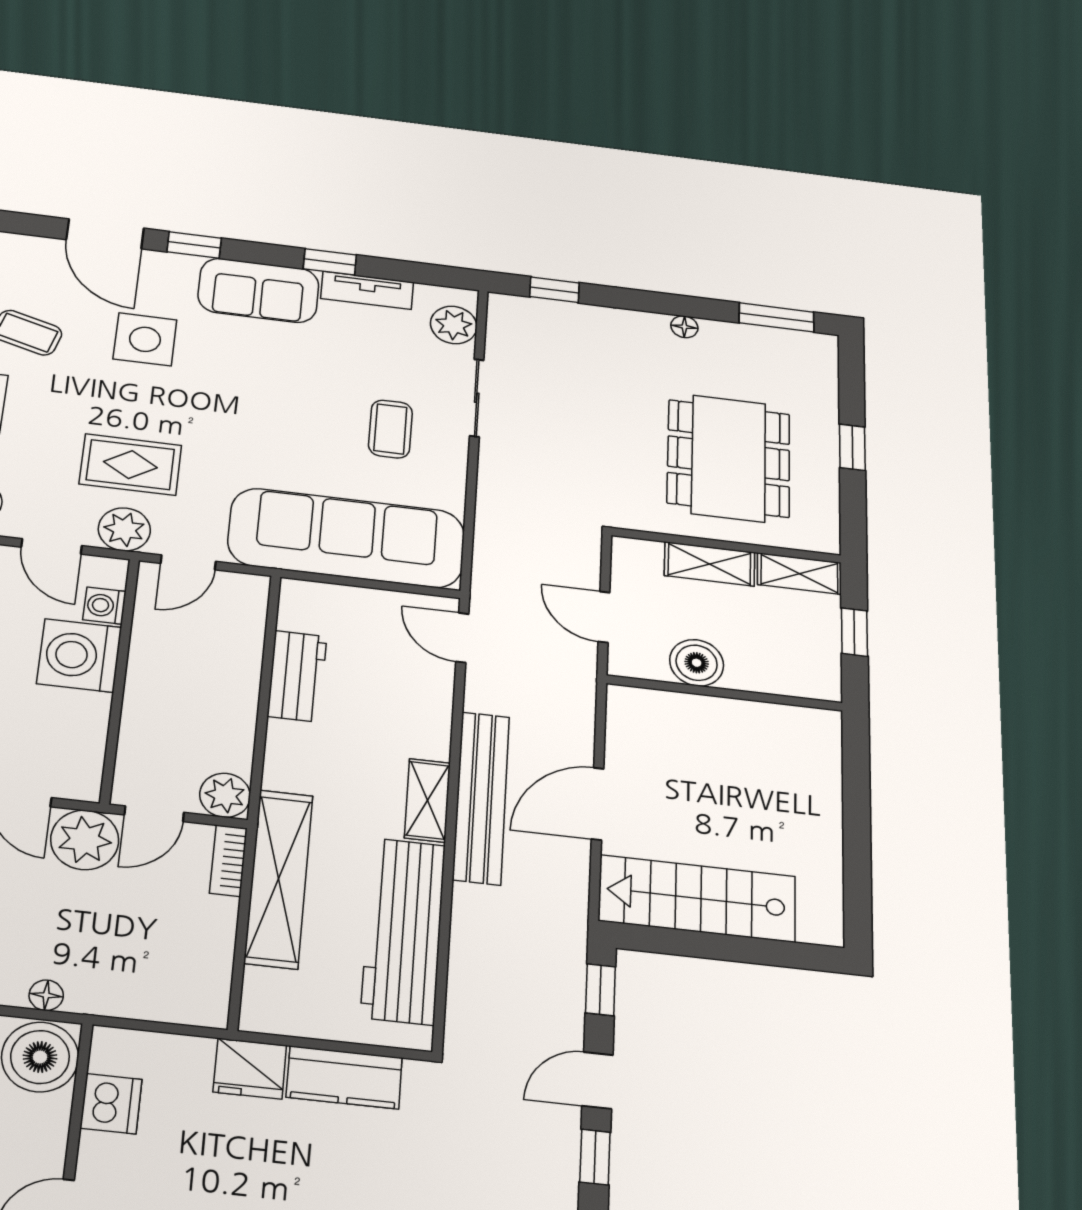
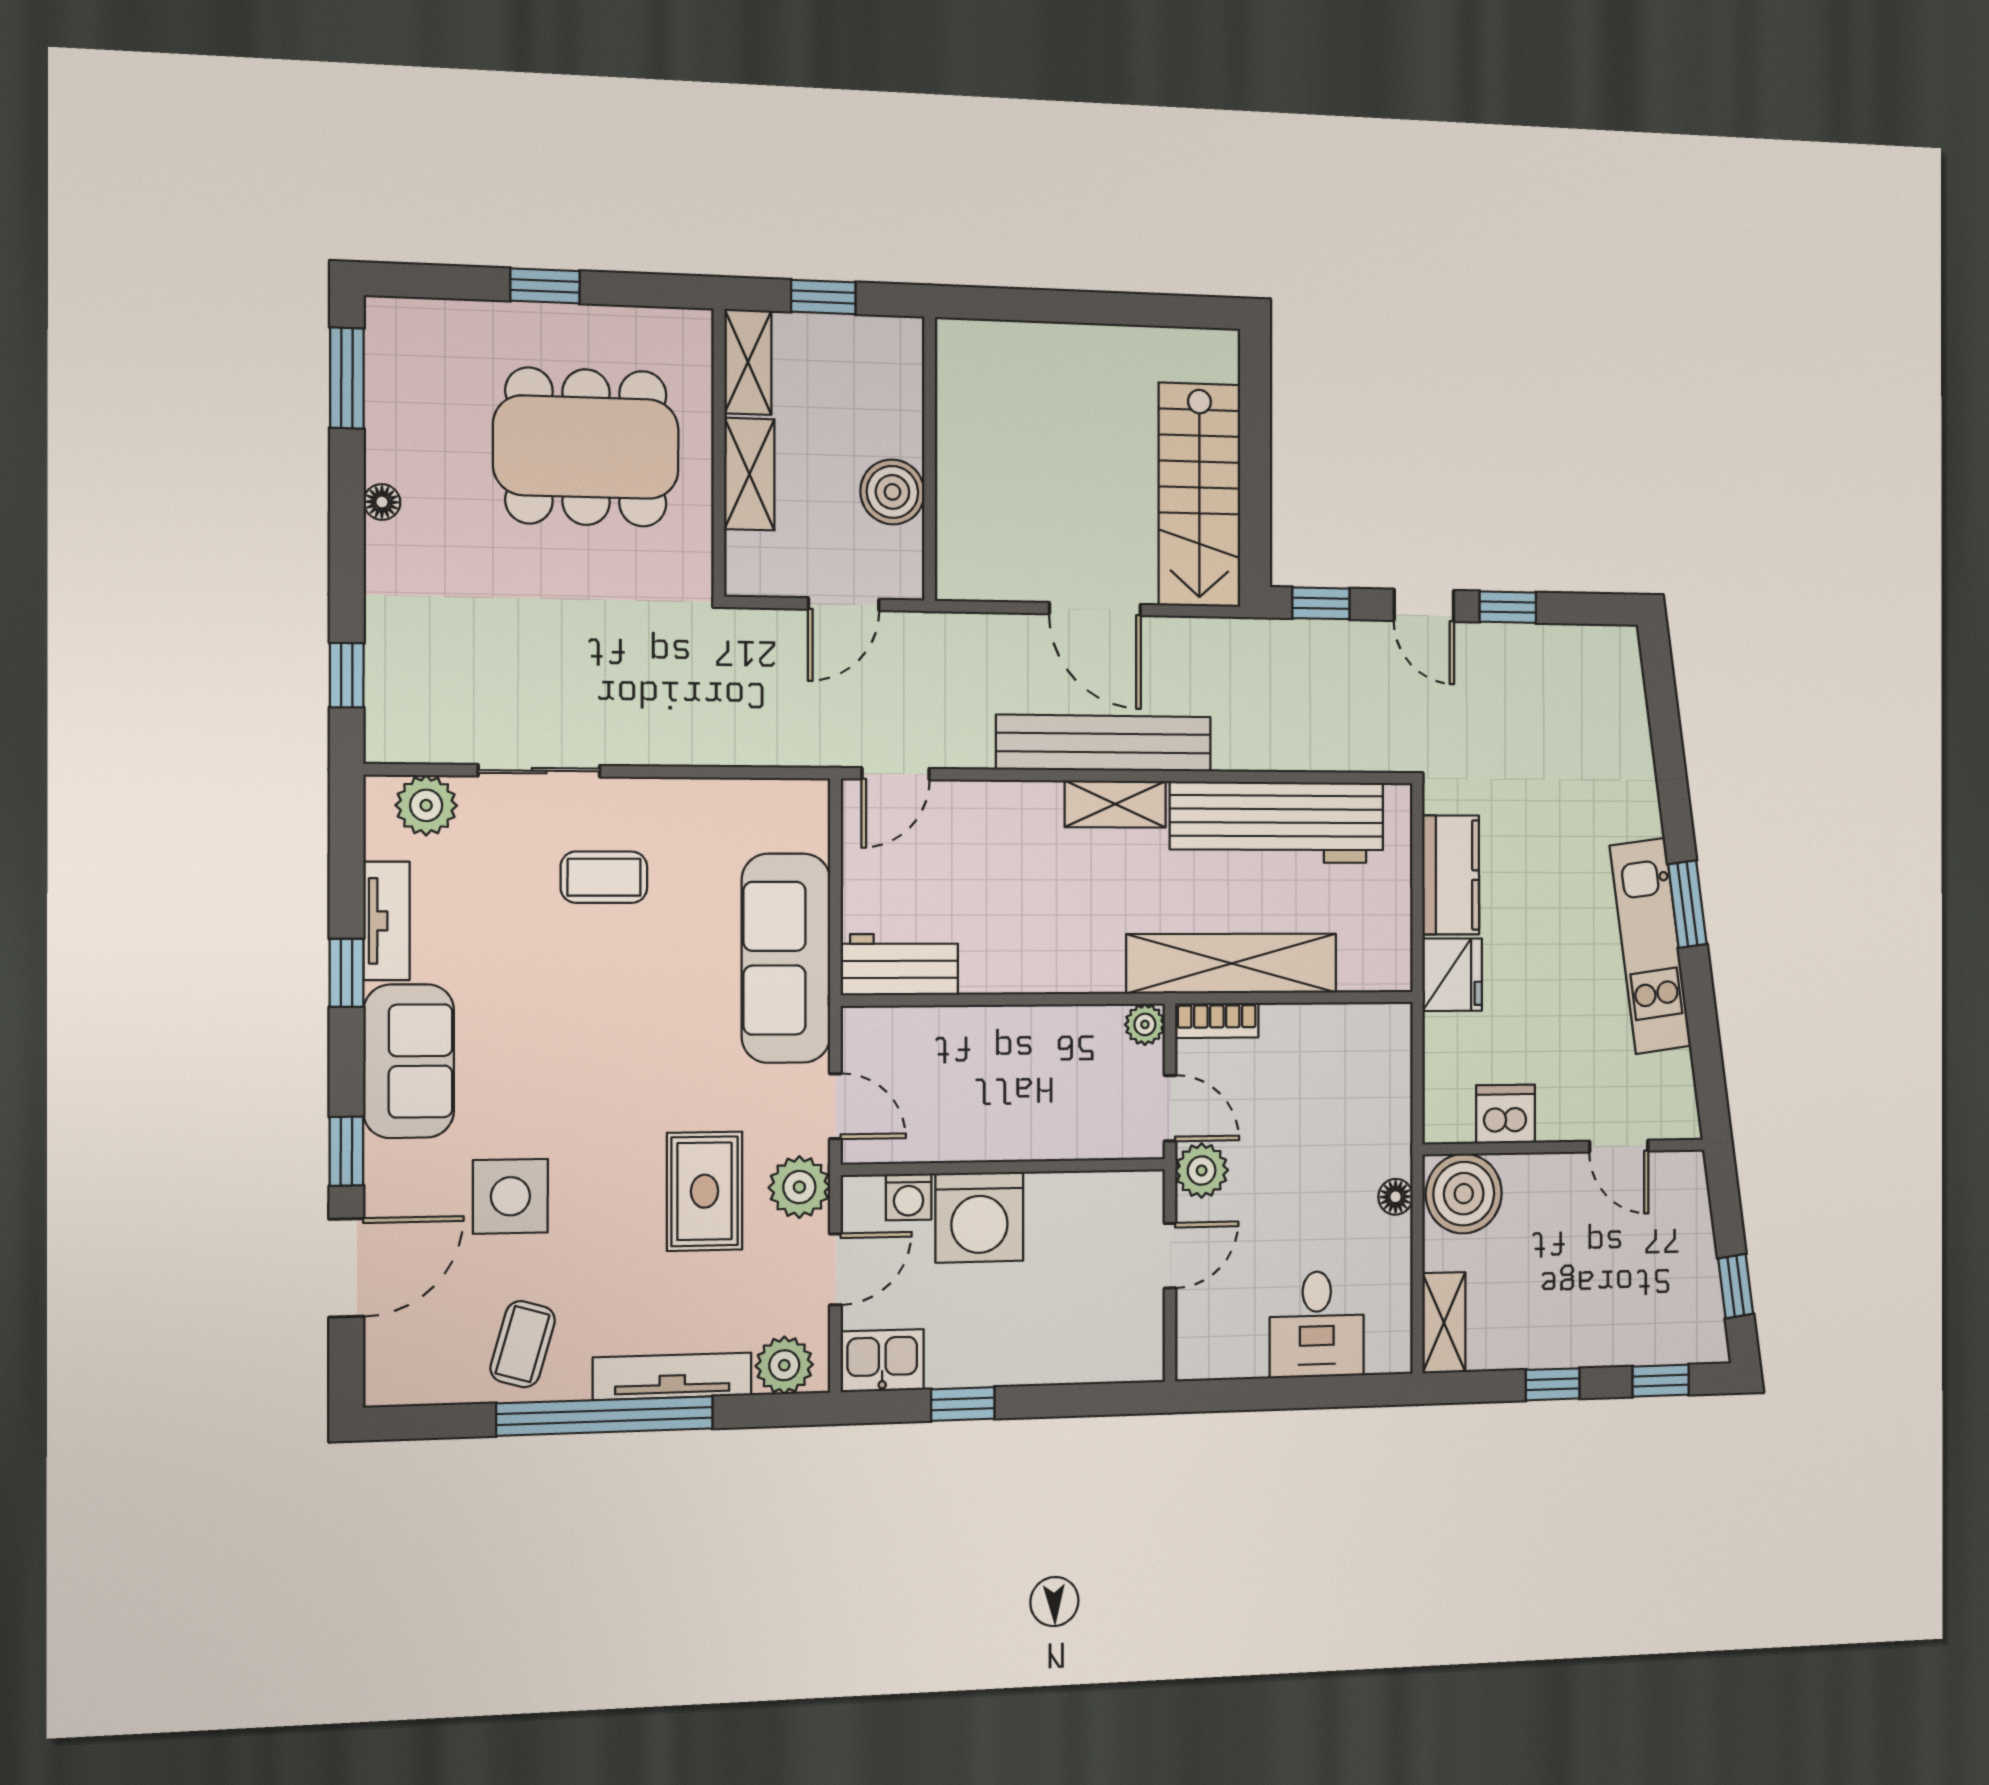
sofa: (346, 538) -> (786, 958), width x0.74, depth x0.79
workbench: (297, 676) -> (899, 964), moved
plant: (225, 795) -> (1145, 1024), width x0.73, depth x0.73
plant: (85, 840) -> (1202, 1171), width x0.73, depth x0.73

